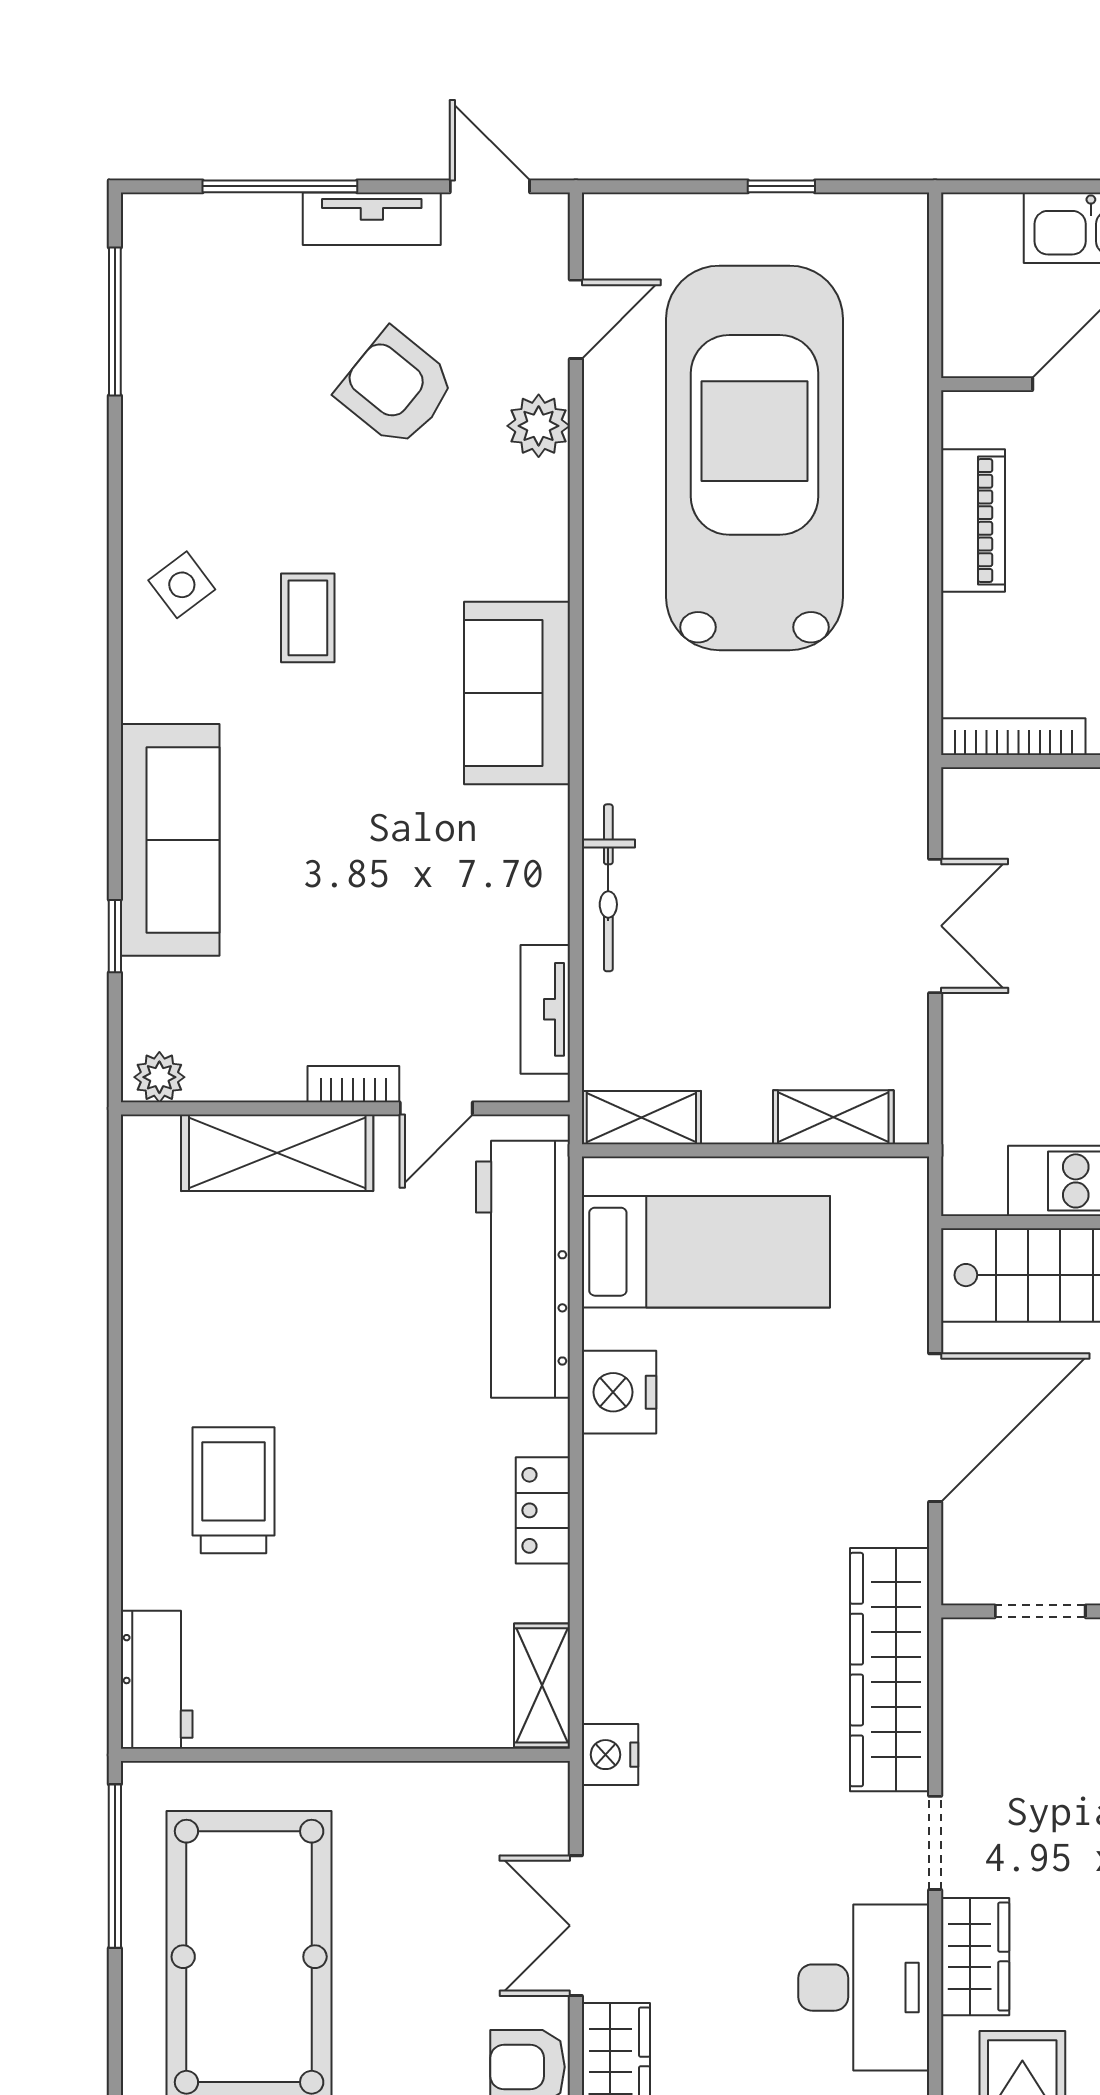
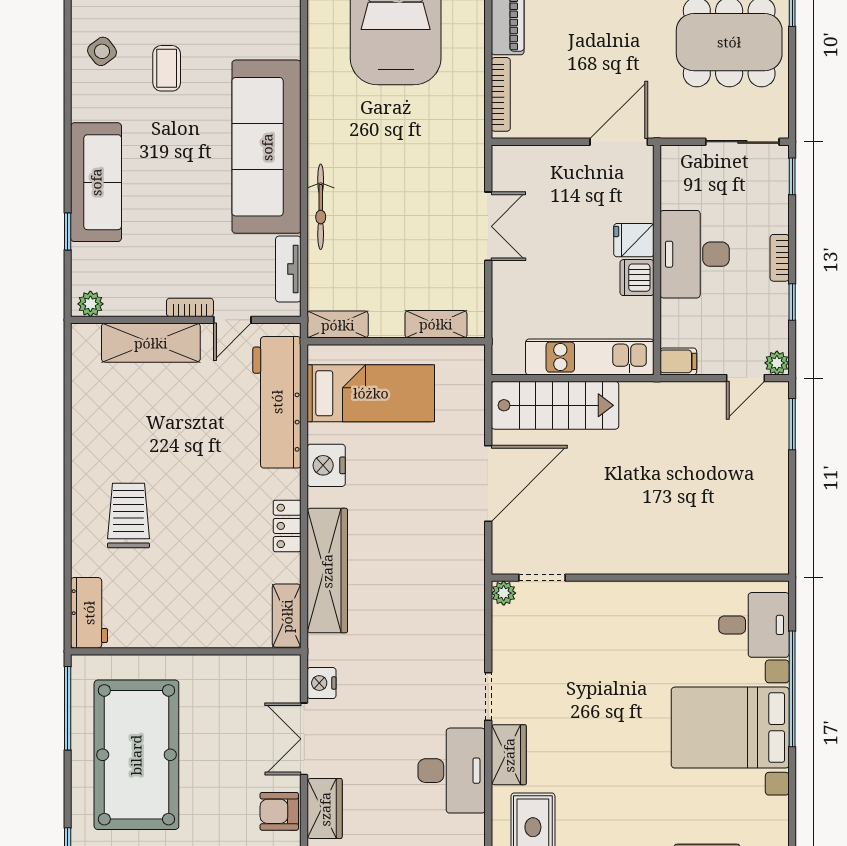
sofa: (517, 693) -> (267, 147), width x1.85, depth x1.27
bookcase: (1013, 737) -> (501, 94), moved, turned 90
plant: (965, 1641) -> (504, 593), added
wardrobe: (890, 1670) -> (327, 571), moved, turned 180
nightstand: (610, 1755) -> (322, 683), moved

